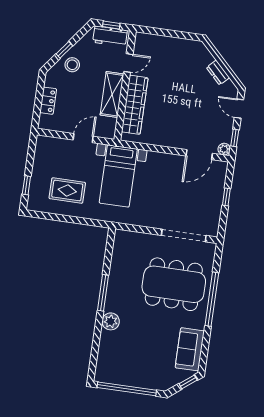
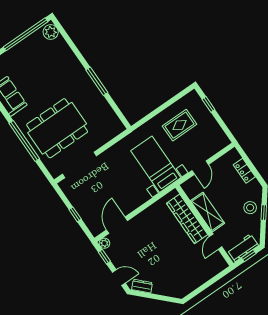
dresser: (218, 73) -> (142, 286), moved
plant: (111, 321) -> (51, 32), moved

